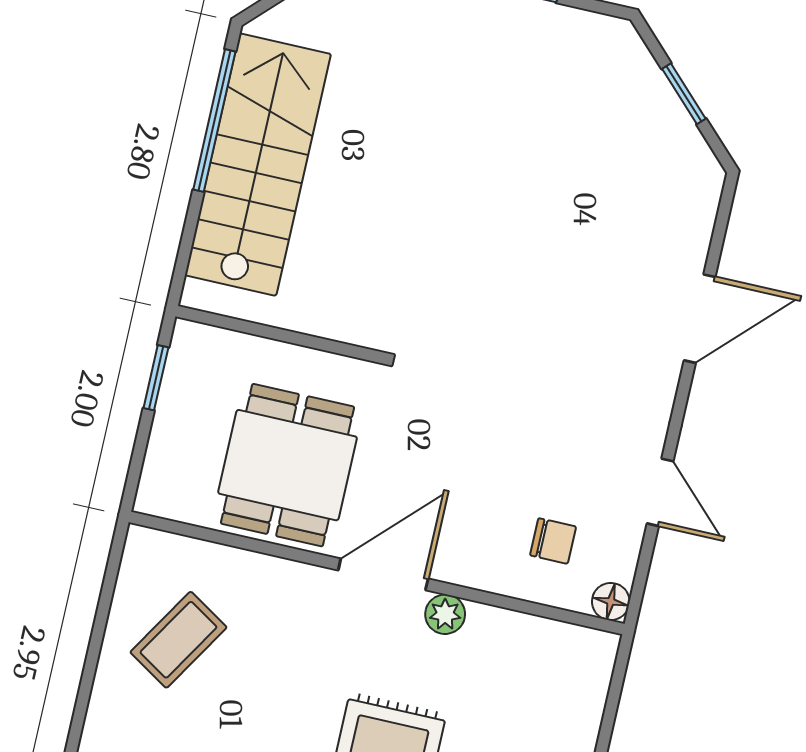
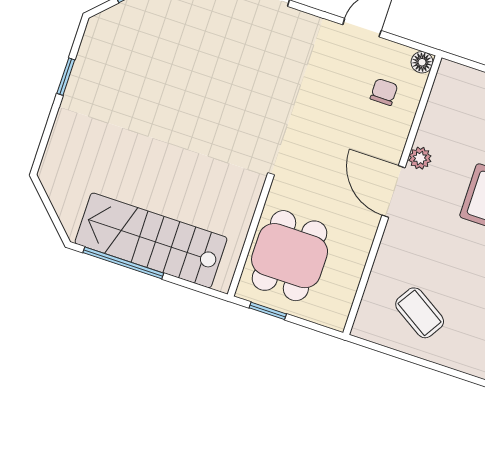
dining table: (288, 465) -> (290, 256), moved, turned 90

